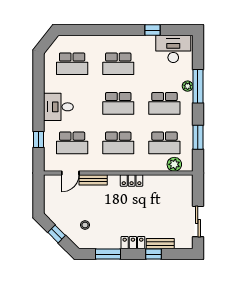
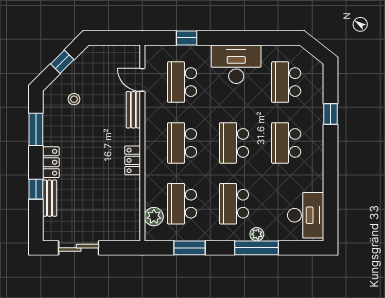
window: (153, 30) -> (330, 114), moved
desk: (58, 107) -> (236, 64), width x1.37

